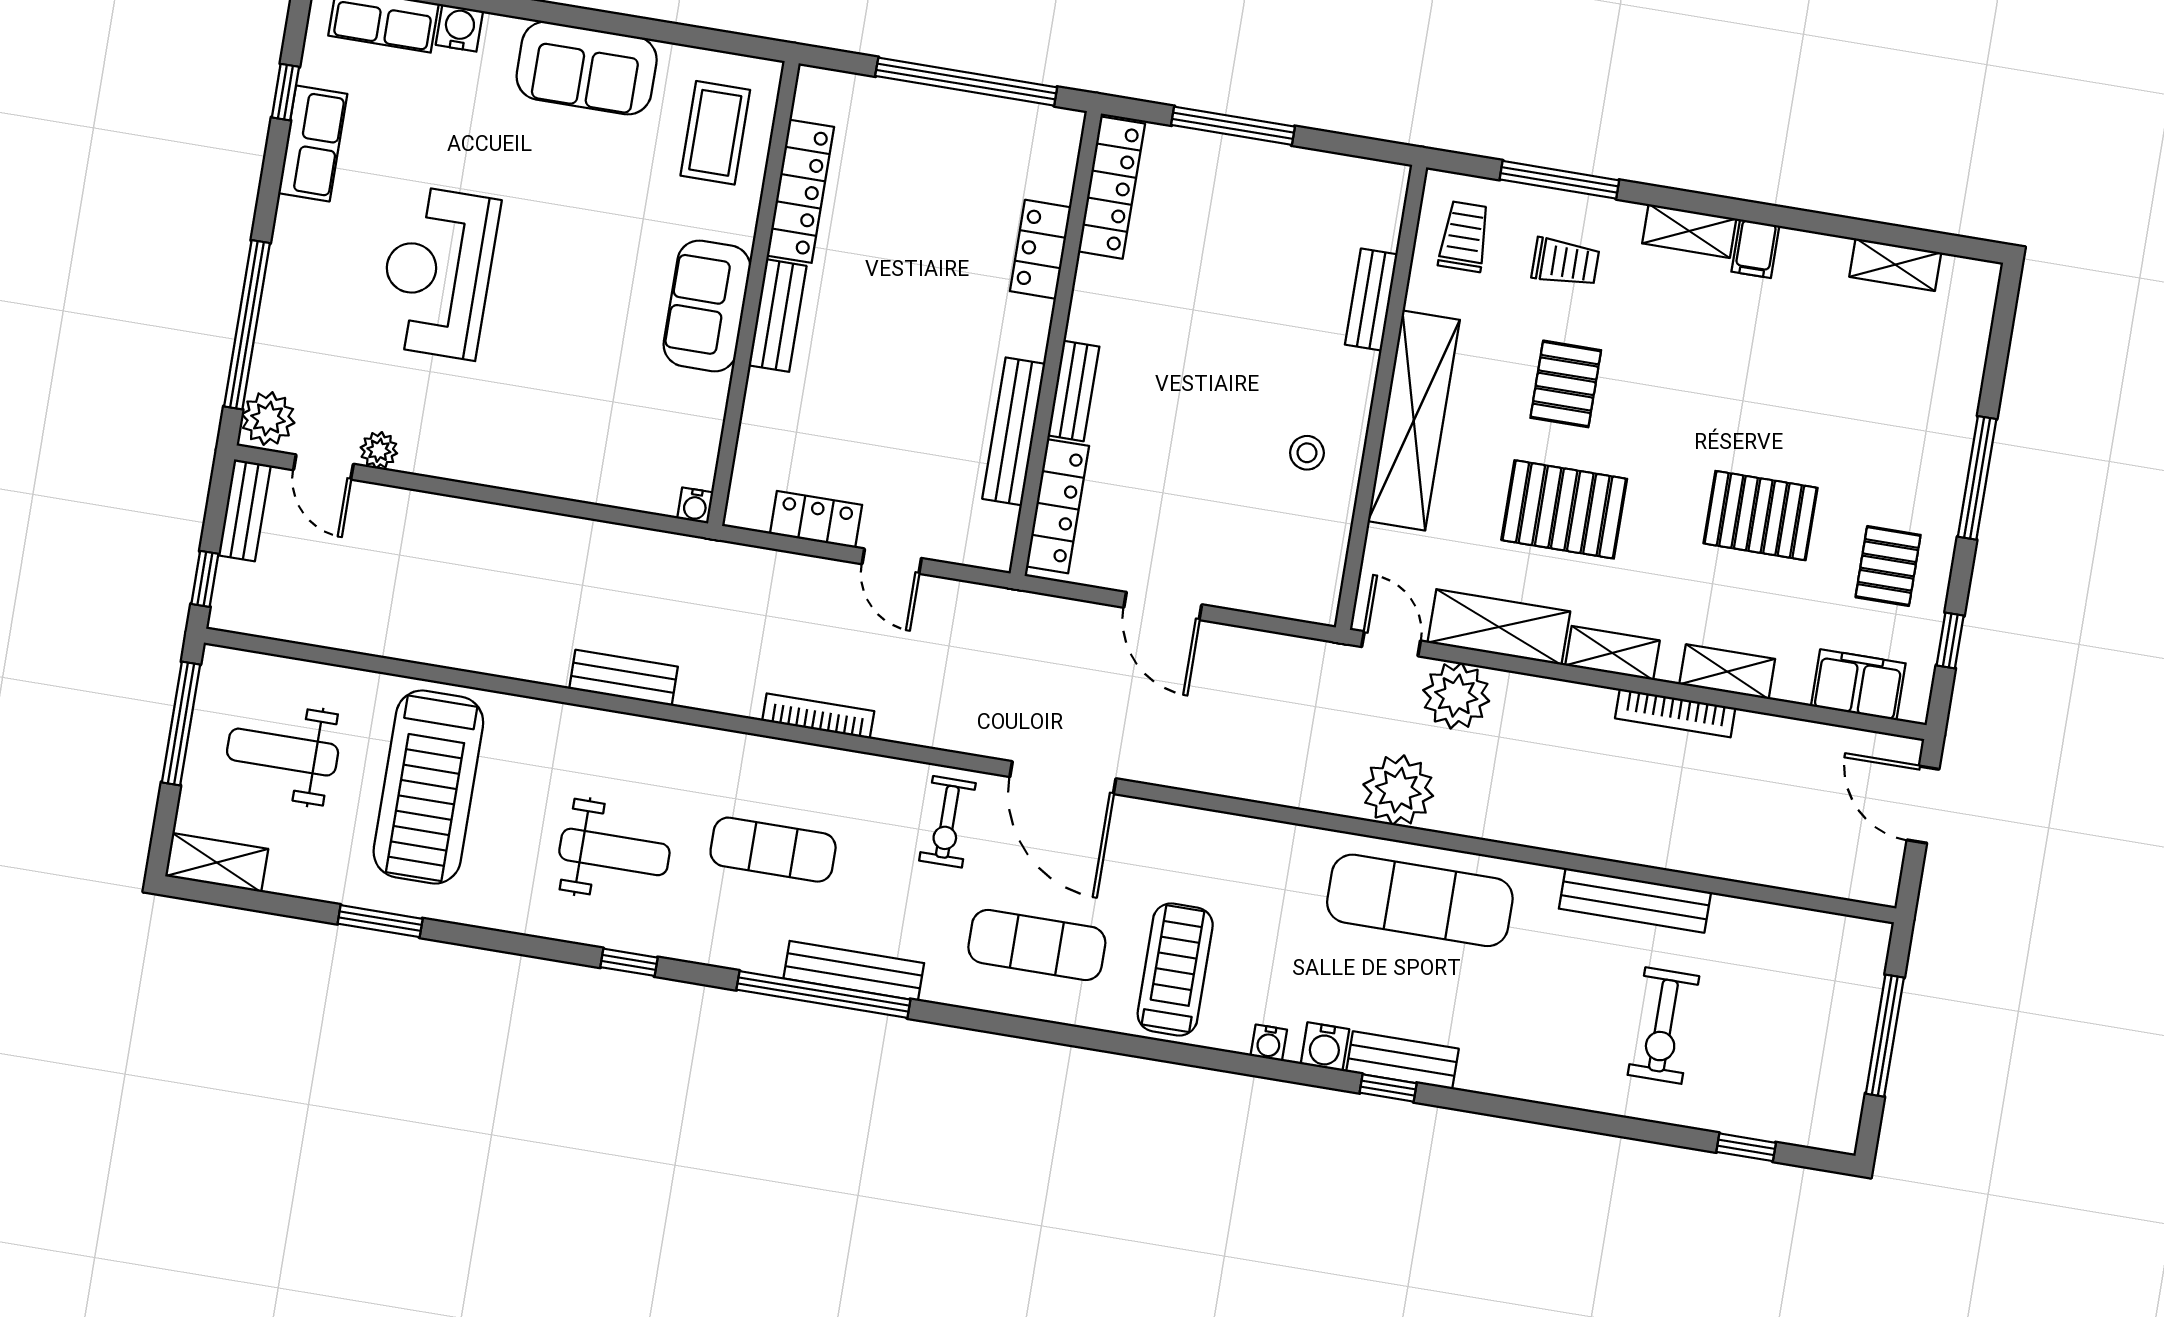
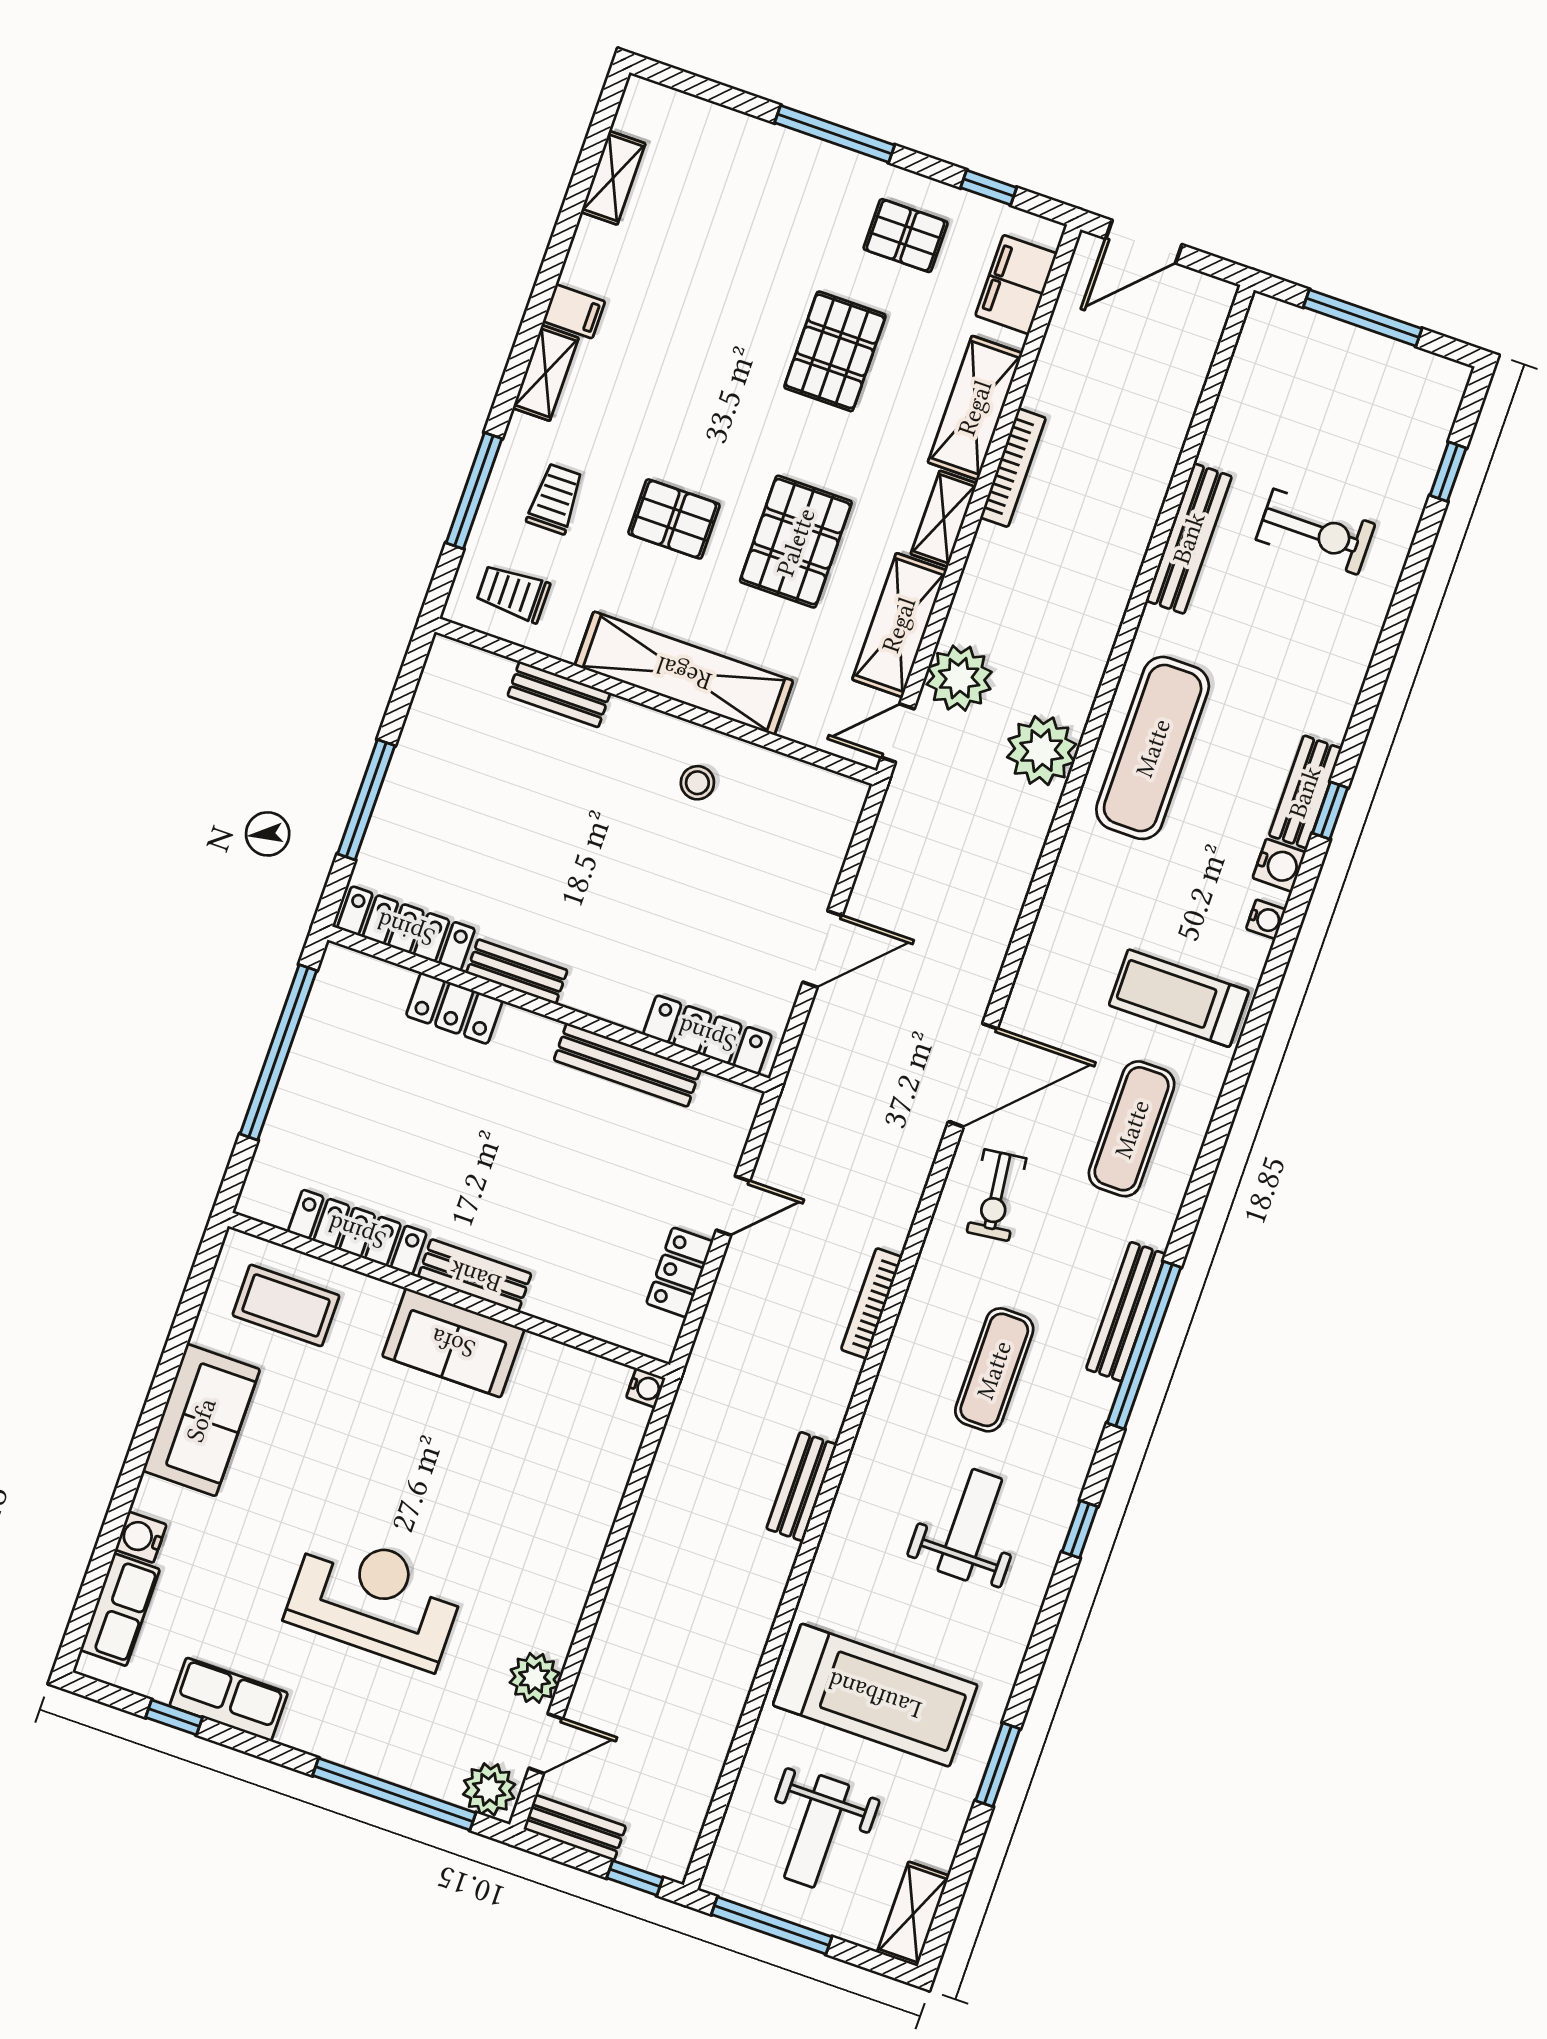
reception desk: (438, 272) -> (375, 1599), turned 180
bench: (1073, 391) -> (517, 972), moved
plant: (379, 450) -> (535, 1678), width x1.38, depth x1.38
shelving: (1727, 672) -> (975, 408), width x1.50, depth x1.33
exercise bike: (947, 822) -> (996, 1195), turned 83

